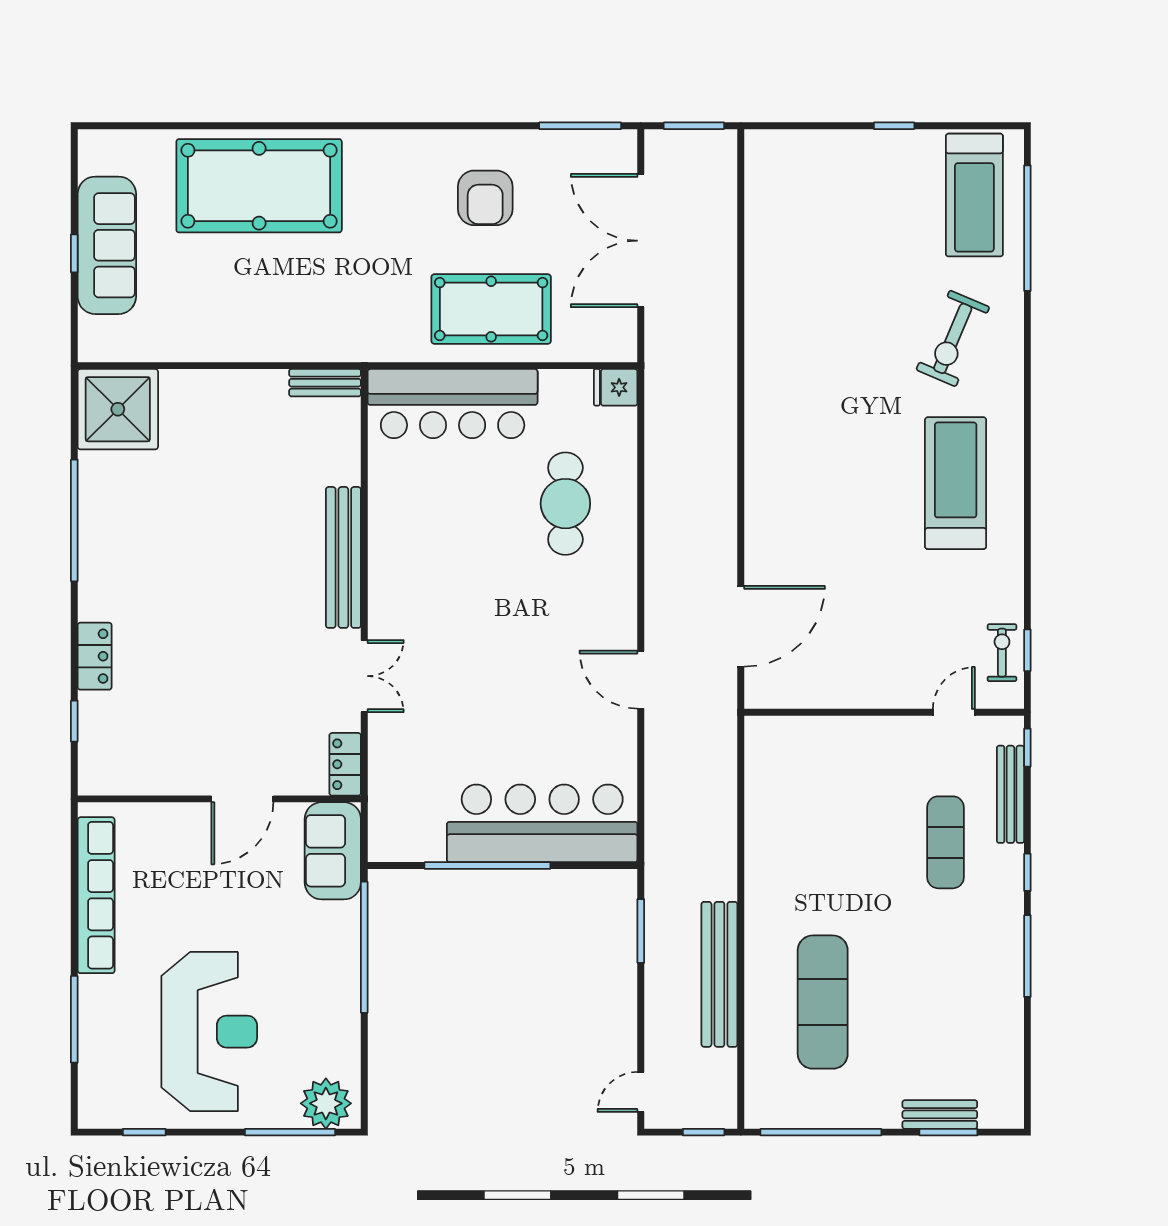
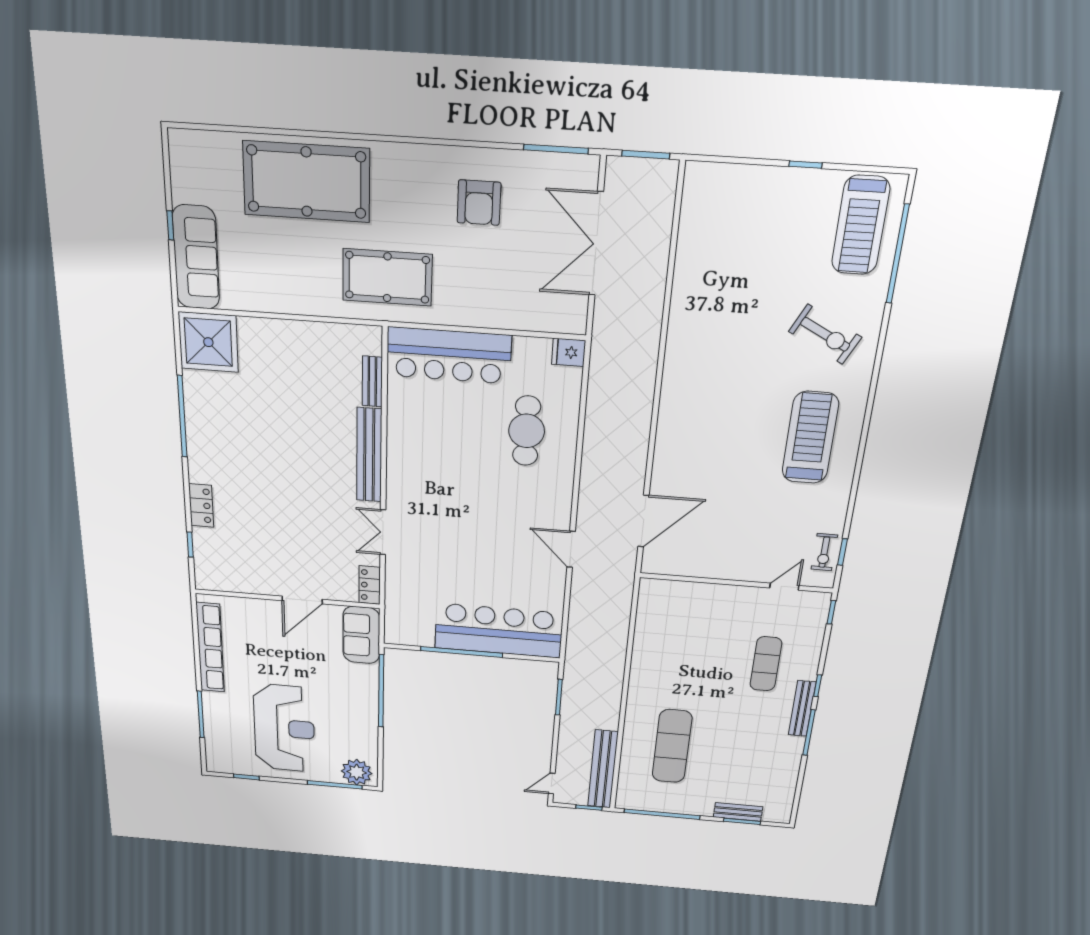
sofa: (107, 245) -> (196, 257), moved
pool table: (491, 309) -> (387, 277), moved
exercise bike: (953, 338) -> (825, 334), turned -86
bench: (325, 383) -> (372, 381), moved, turned 90
exercise bike: (1002, 653) -> (824, 552), turned 180
double door: (364, 676) -> (383, 532), swing flipped
bench: (1010, 794) -> (802, 709), moved
bench: (719, 974) -> (603, 769), moved

